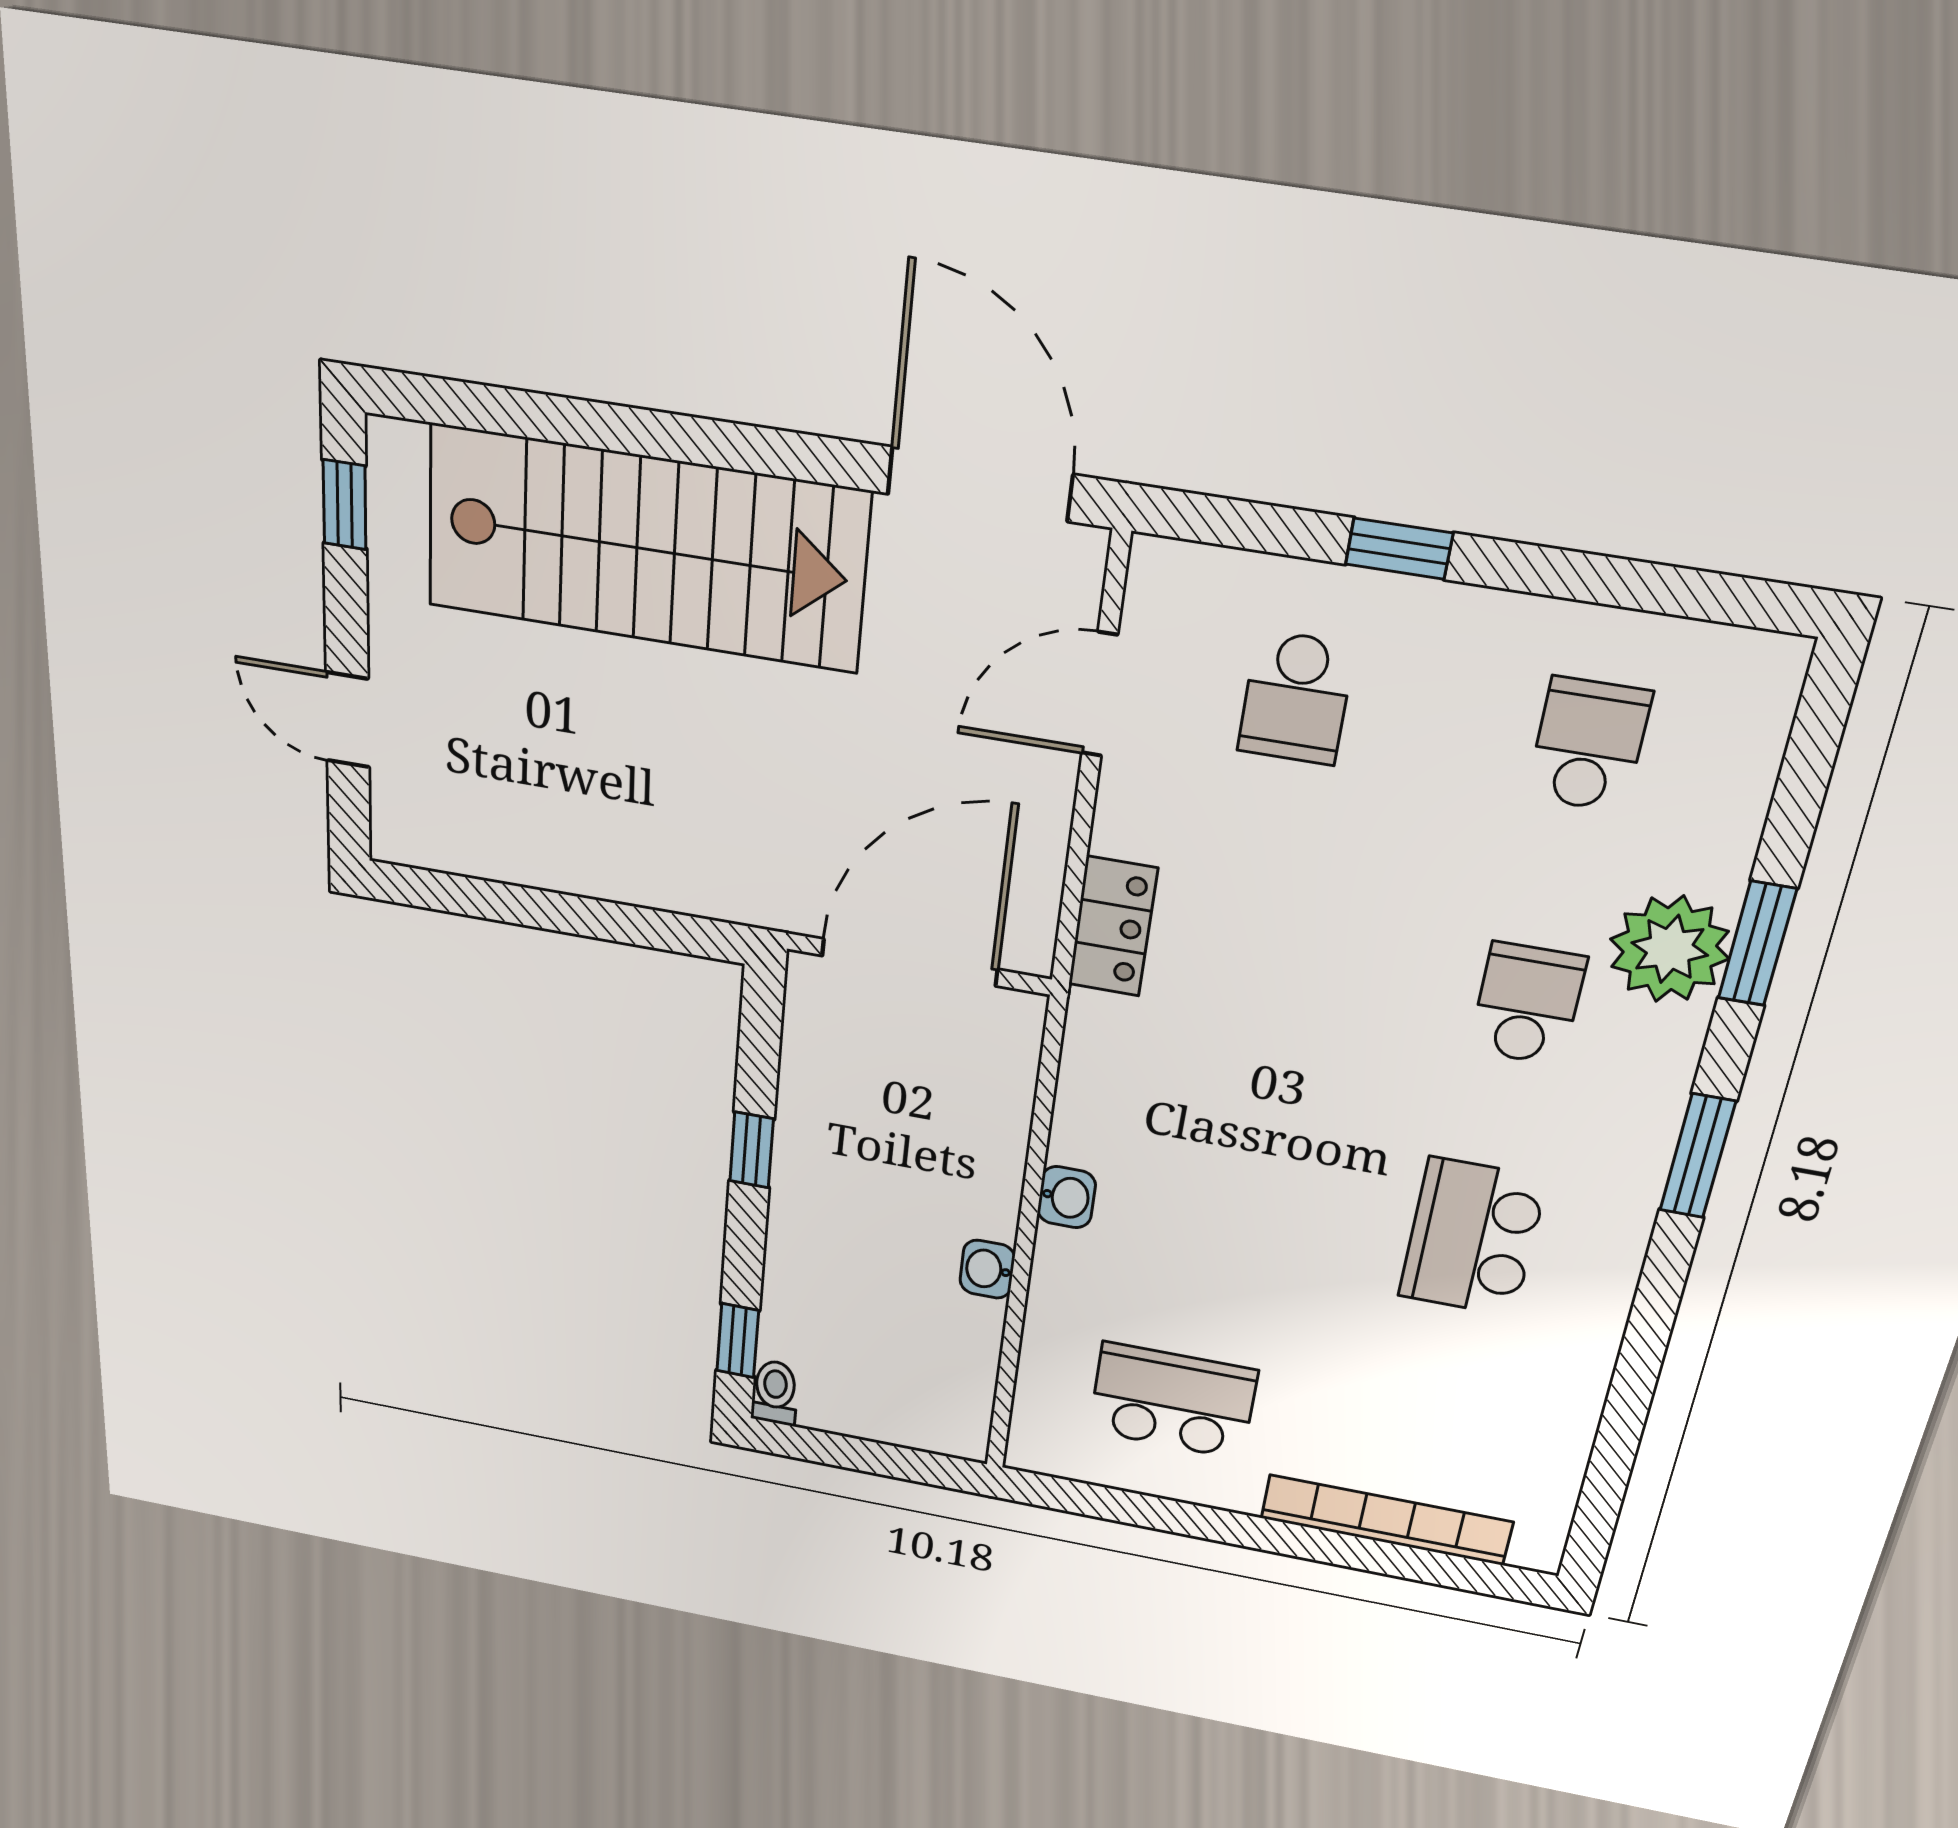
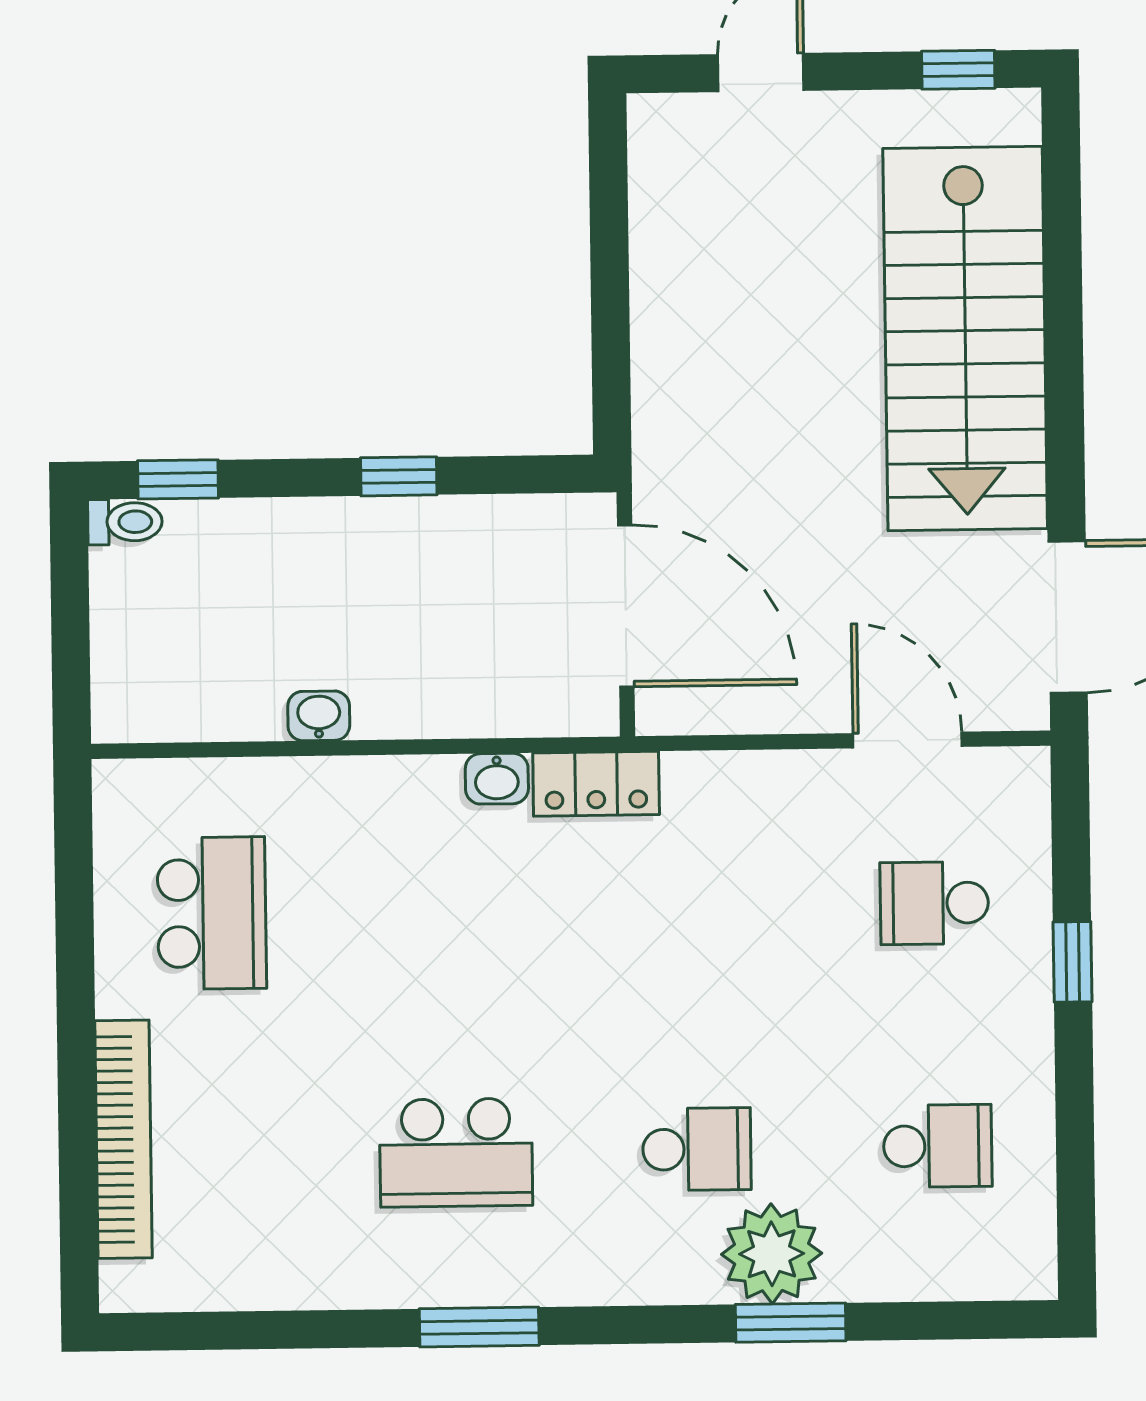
locker: (1113, 926) -> (596, 784), moved
window: (1698, 1156) -> (479, 1327), moved
washbasin: (1066, 1197) -> (497, 779), moved
school desk: (1472, 1237) -> (456, 1153), turned 180

